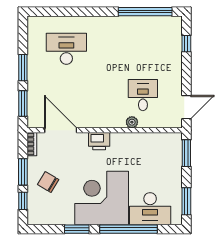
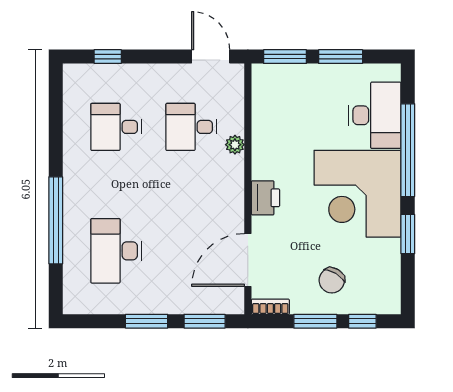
window: (145, 12) -> (56, 220), moved
desk: (143, 49) -> (116, 127), added
window: (186, 201) -> (341, 57), moved

